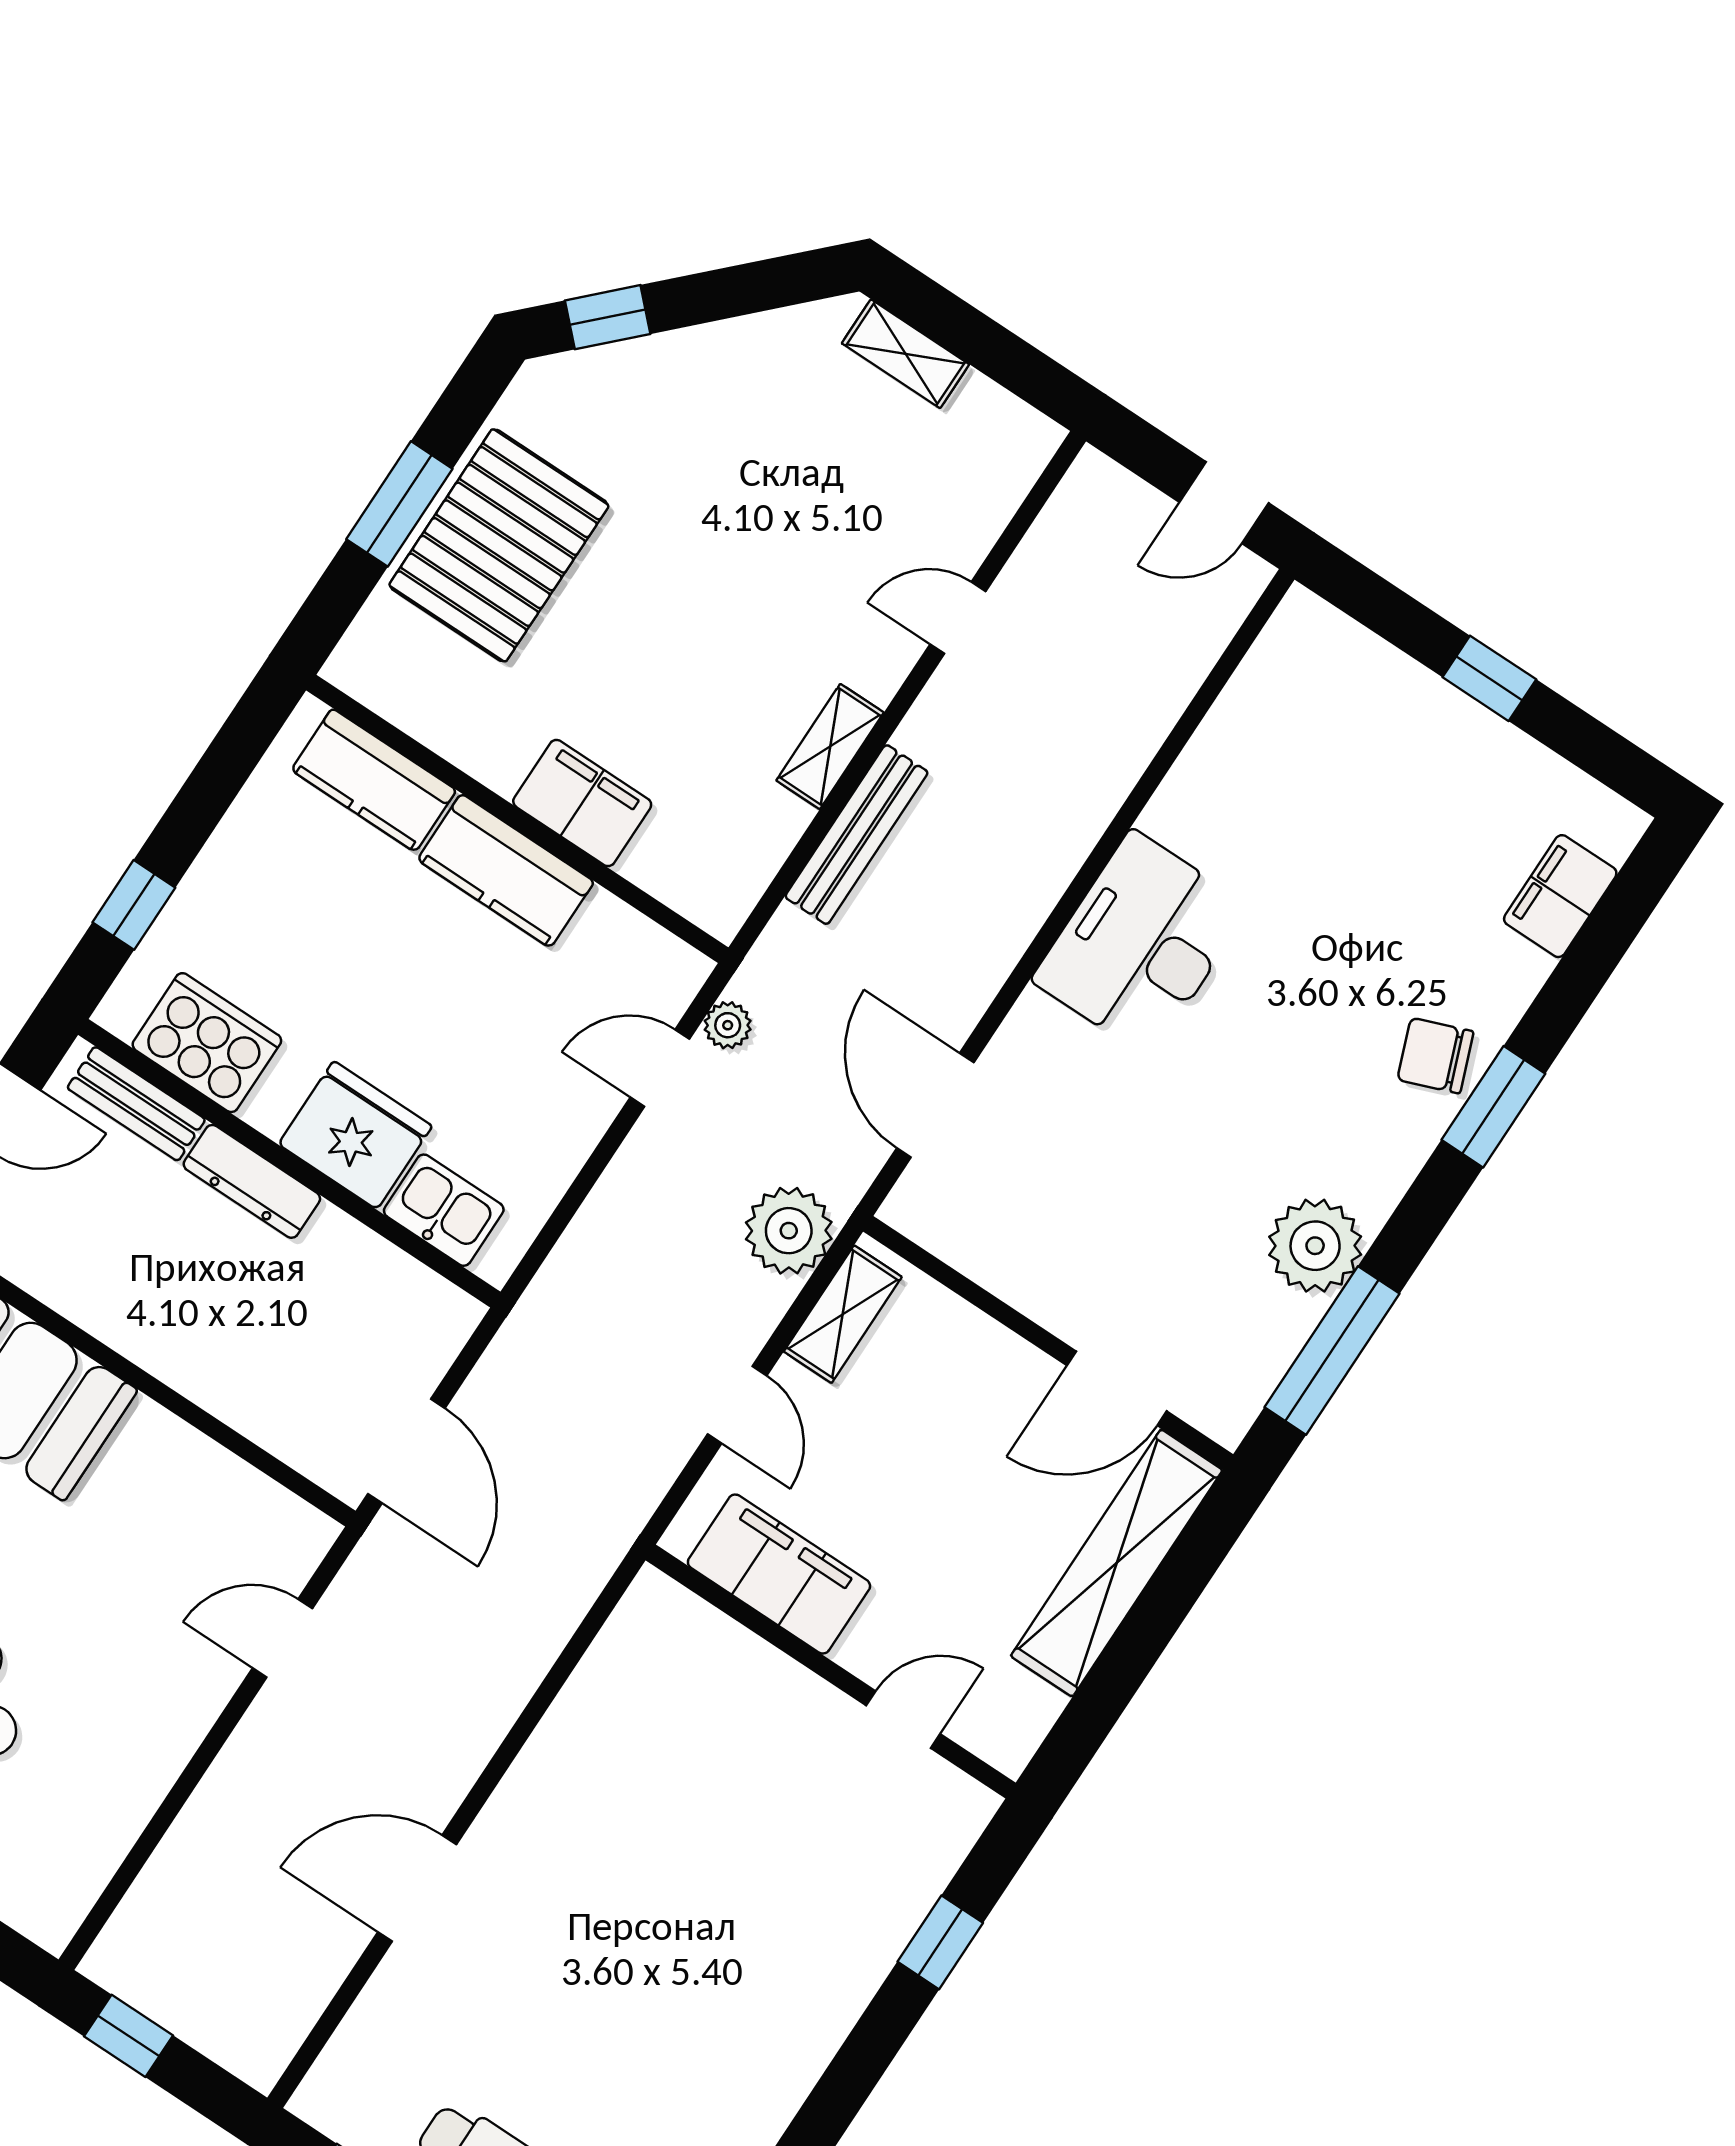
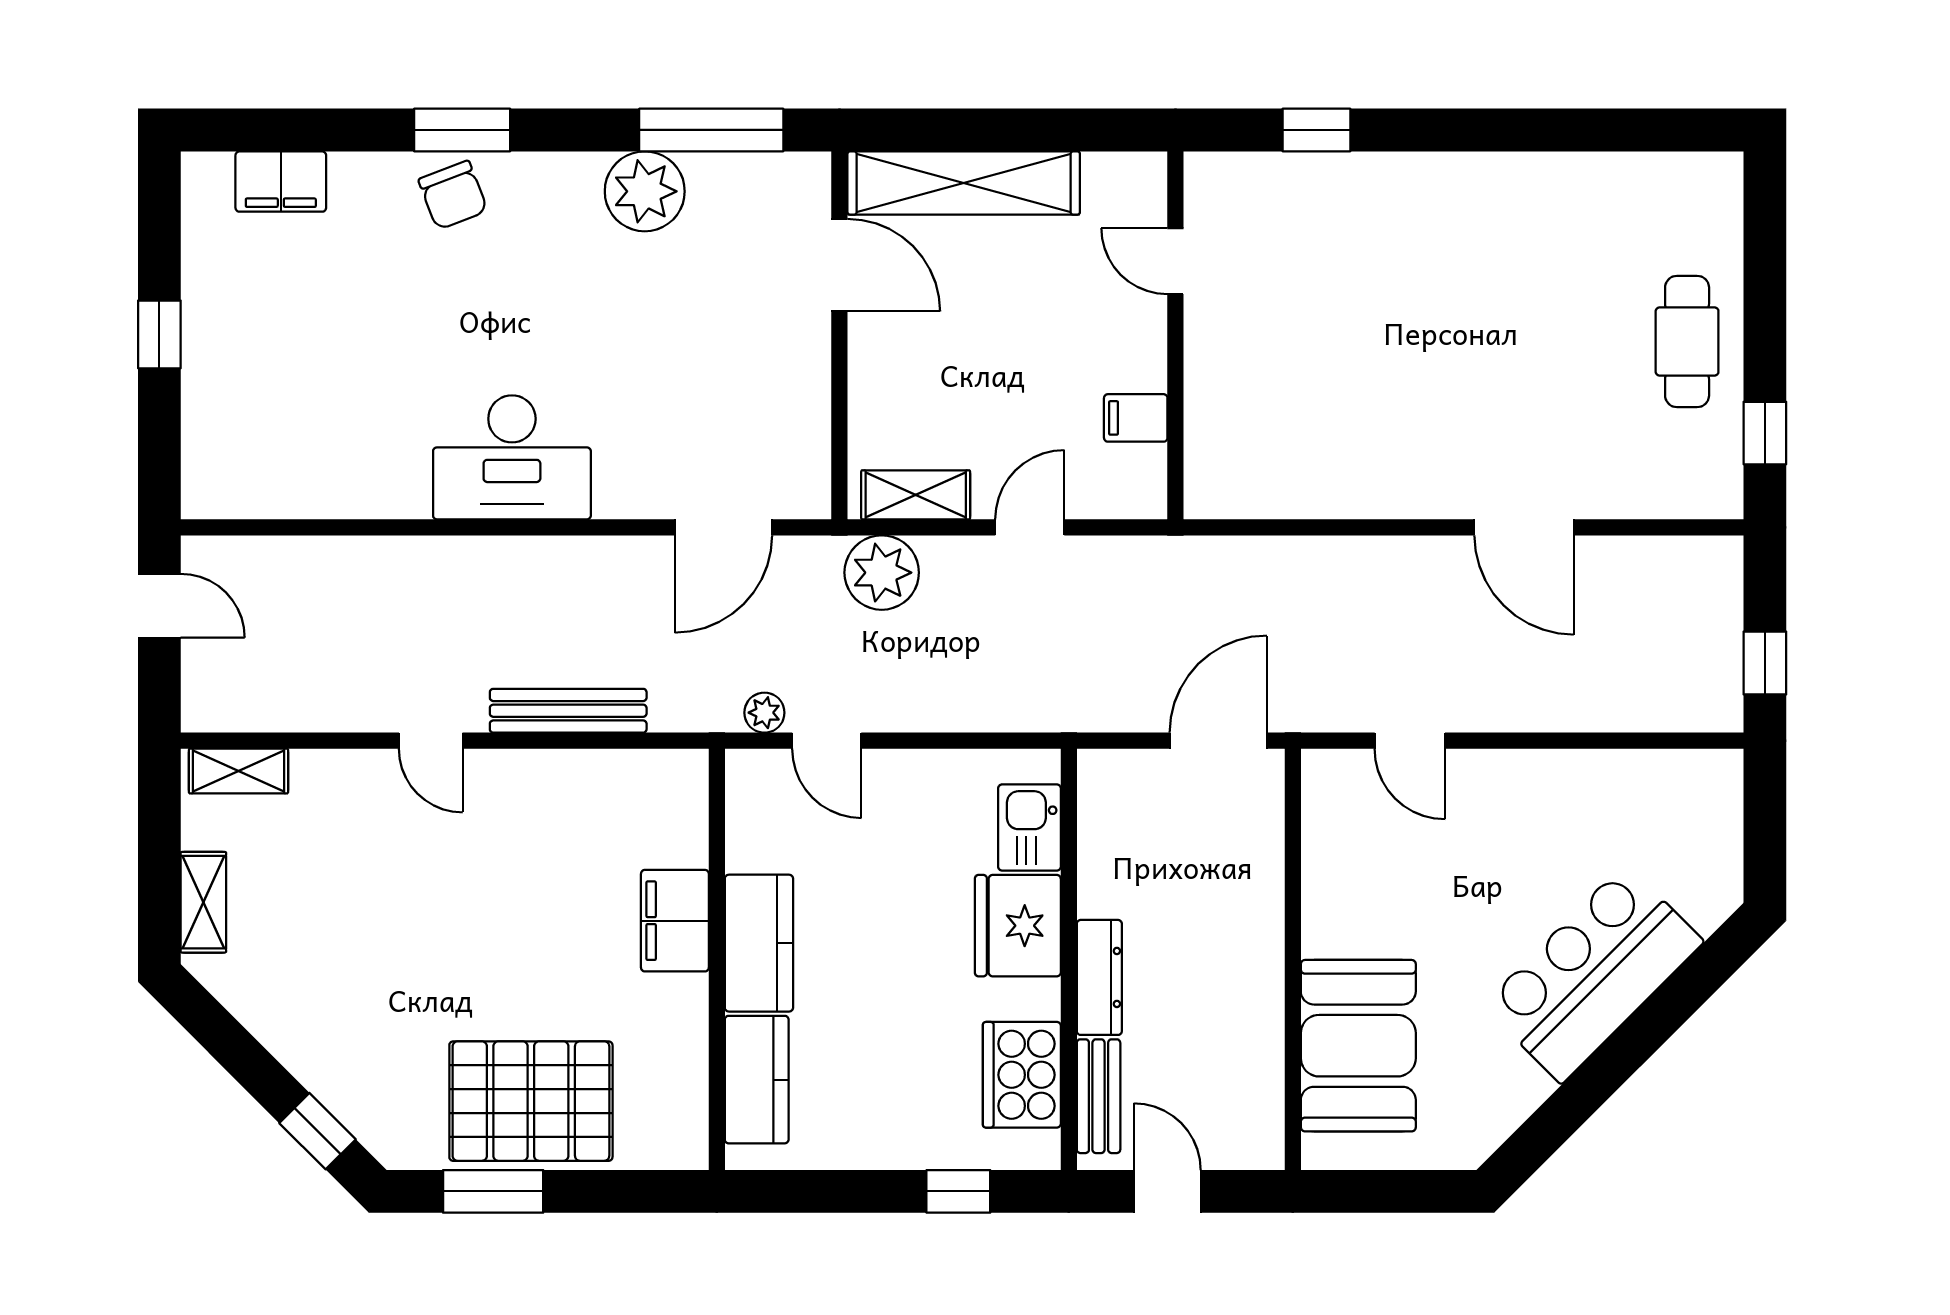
window: (399, 504) -> (493, 1191), moved
door: (958, 618) -> (431, 741), moved
shelving: (830, 747) -> (238, 771), moved
filing cabinet: (779, 1574) -> (1136, 418), width x0.33, depth x0.86

